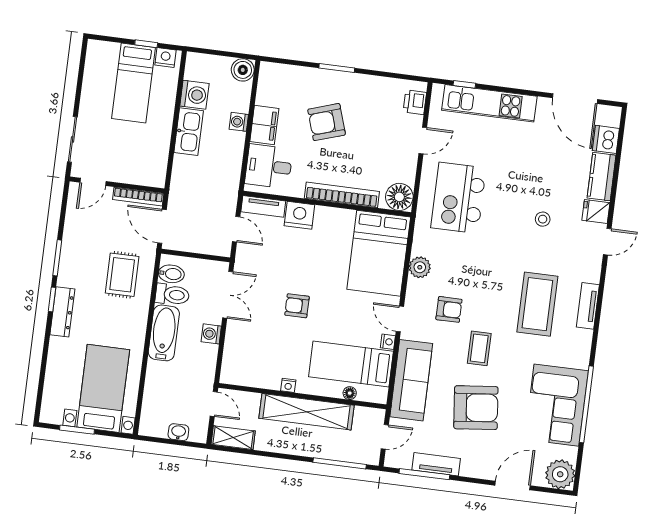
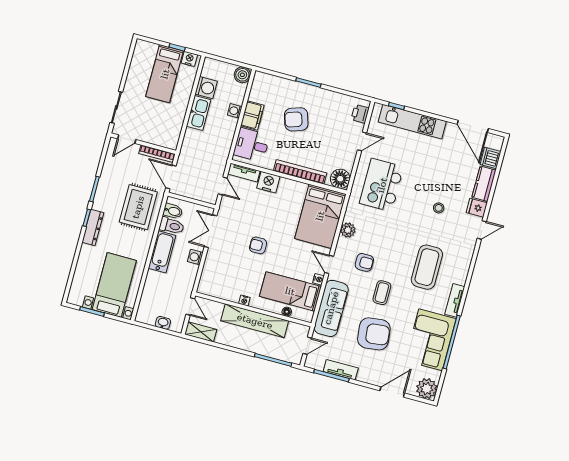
rug: (122, 275) -> (138, 207), width x1.36, depth x1.43
double door: (228, 295) -> (211, 231), swing flipped
tv unit: (588, 306) -> (455, 300), moved

